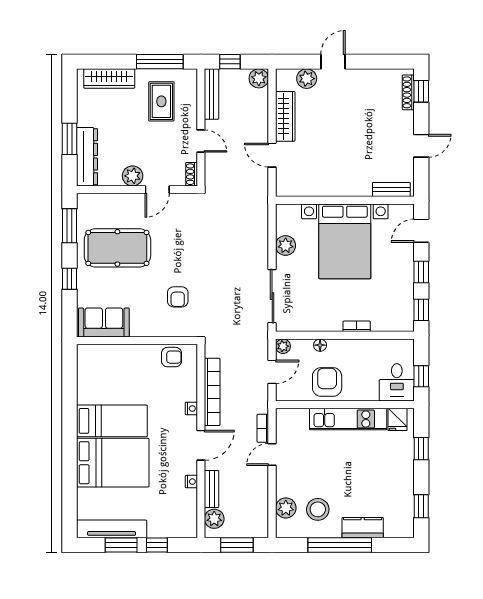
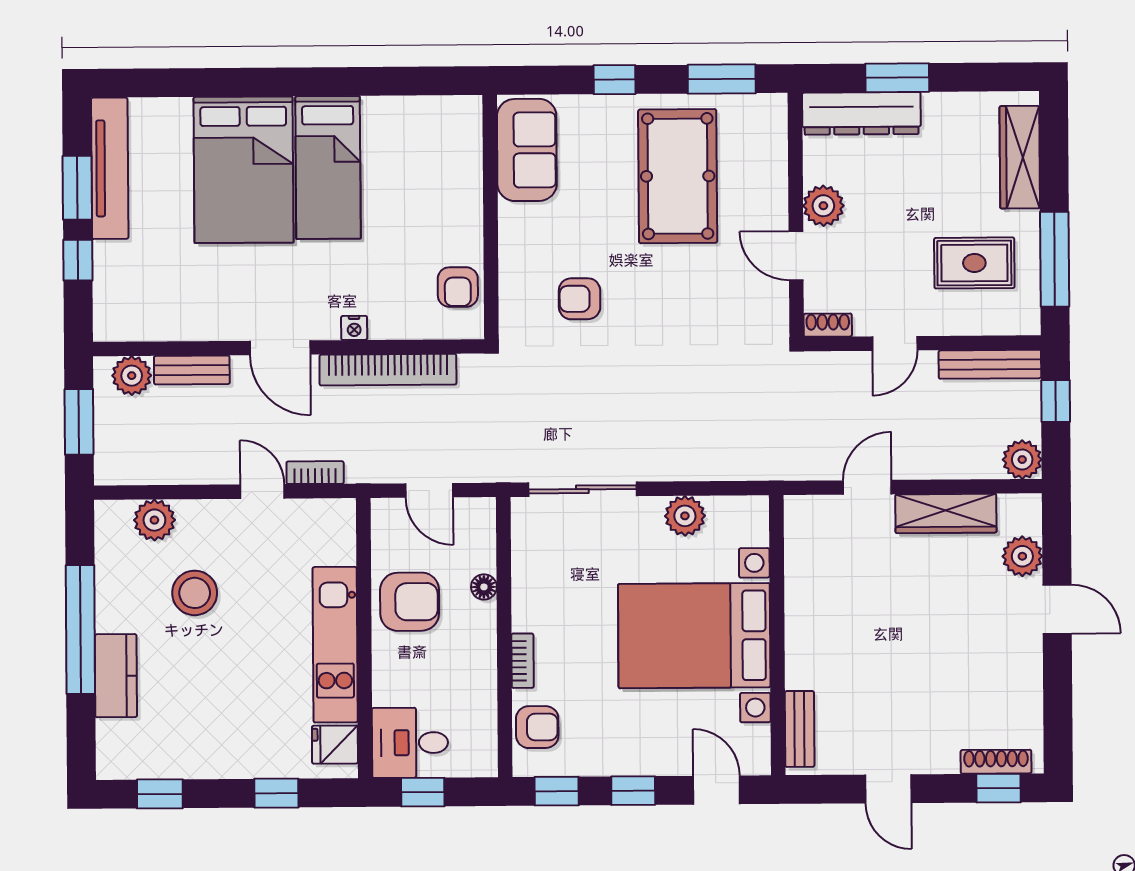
armchair: (390, 319) -> (537, 727), added
plant: (283, 346) -> (481, 512), removed
nightstand: (191, 482) -> (206, 329), removed
stool: (318, 509) -> (195, 593), moved

